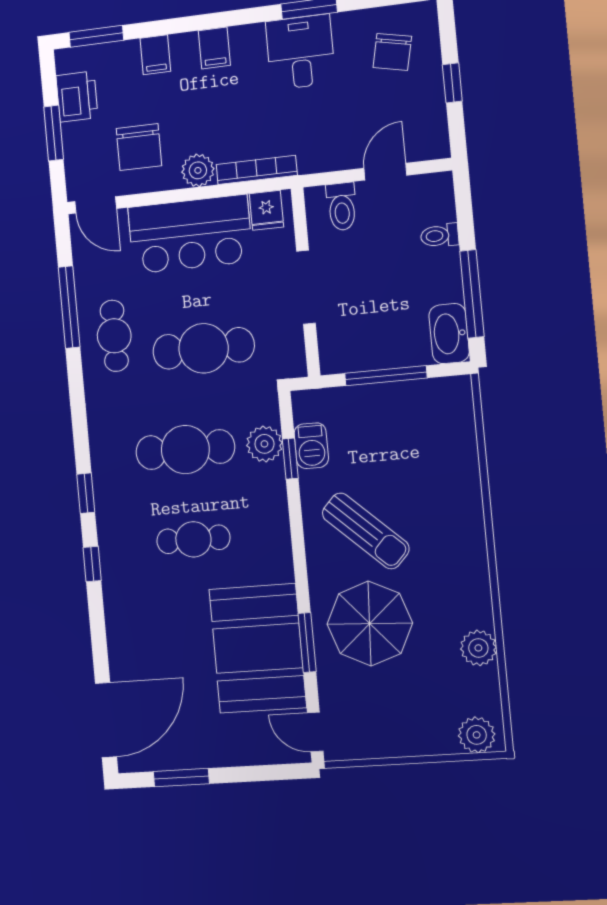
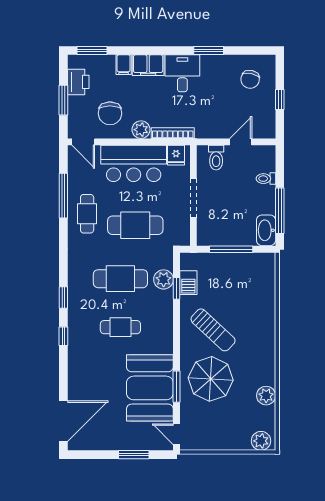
filing cabinet: (214, 48) -> (148, 65), width x2.00
desk: (300, 52) -> (182, 73), moved
window: (181, 778) -> (134, 455), moved

